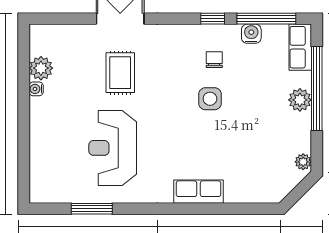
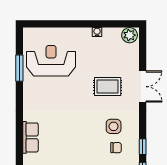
plant: (41, 68) -> (130, 35), moved
side table: (210, 99) -> (114, 126), moved
reception desk: (113, 148) -> (51, 61), moved

